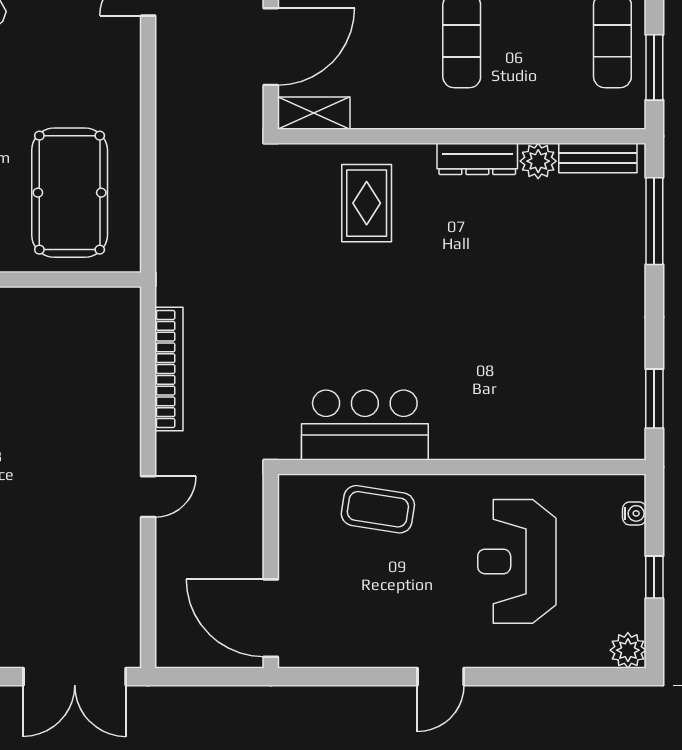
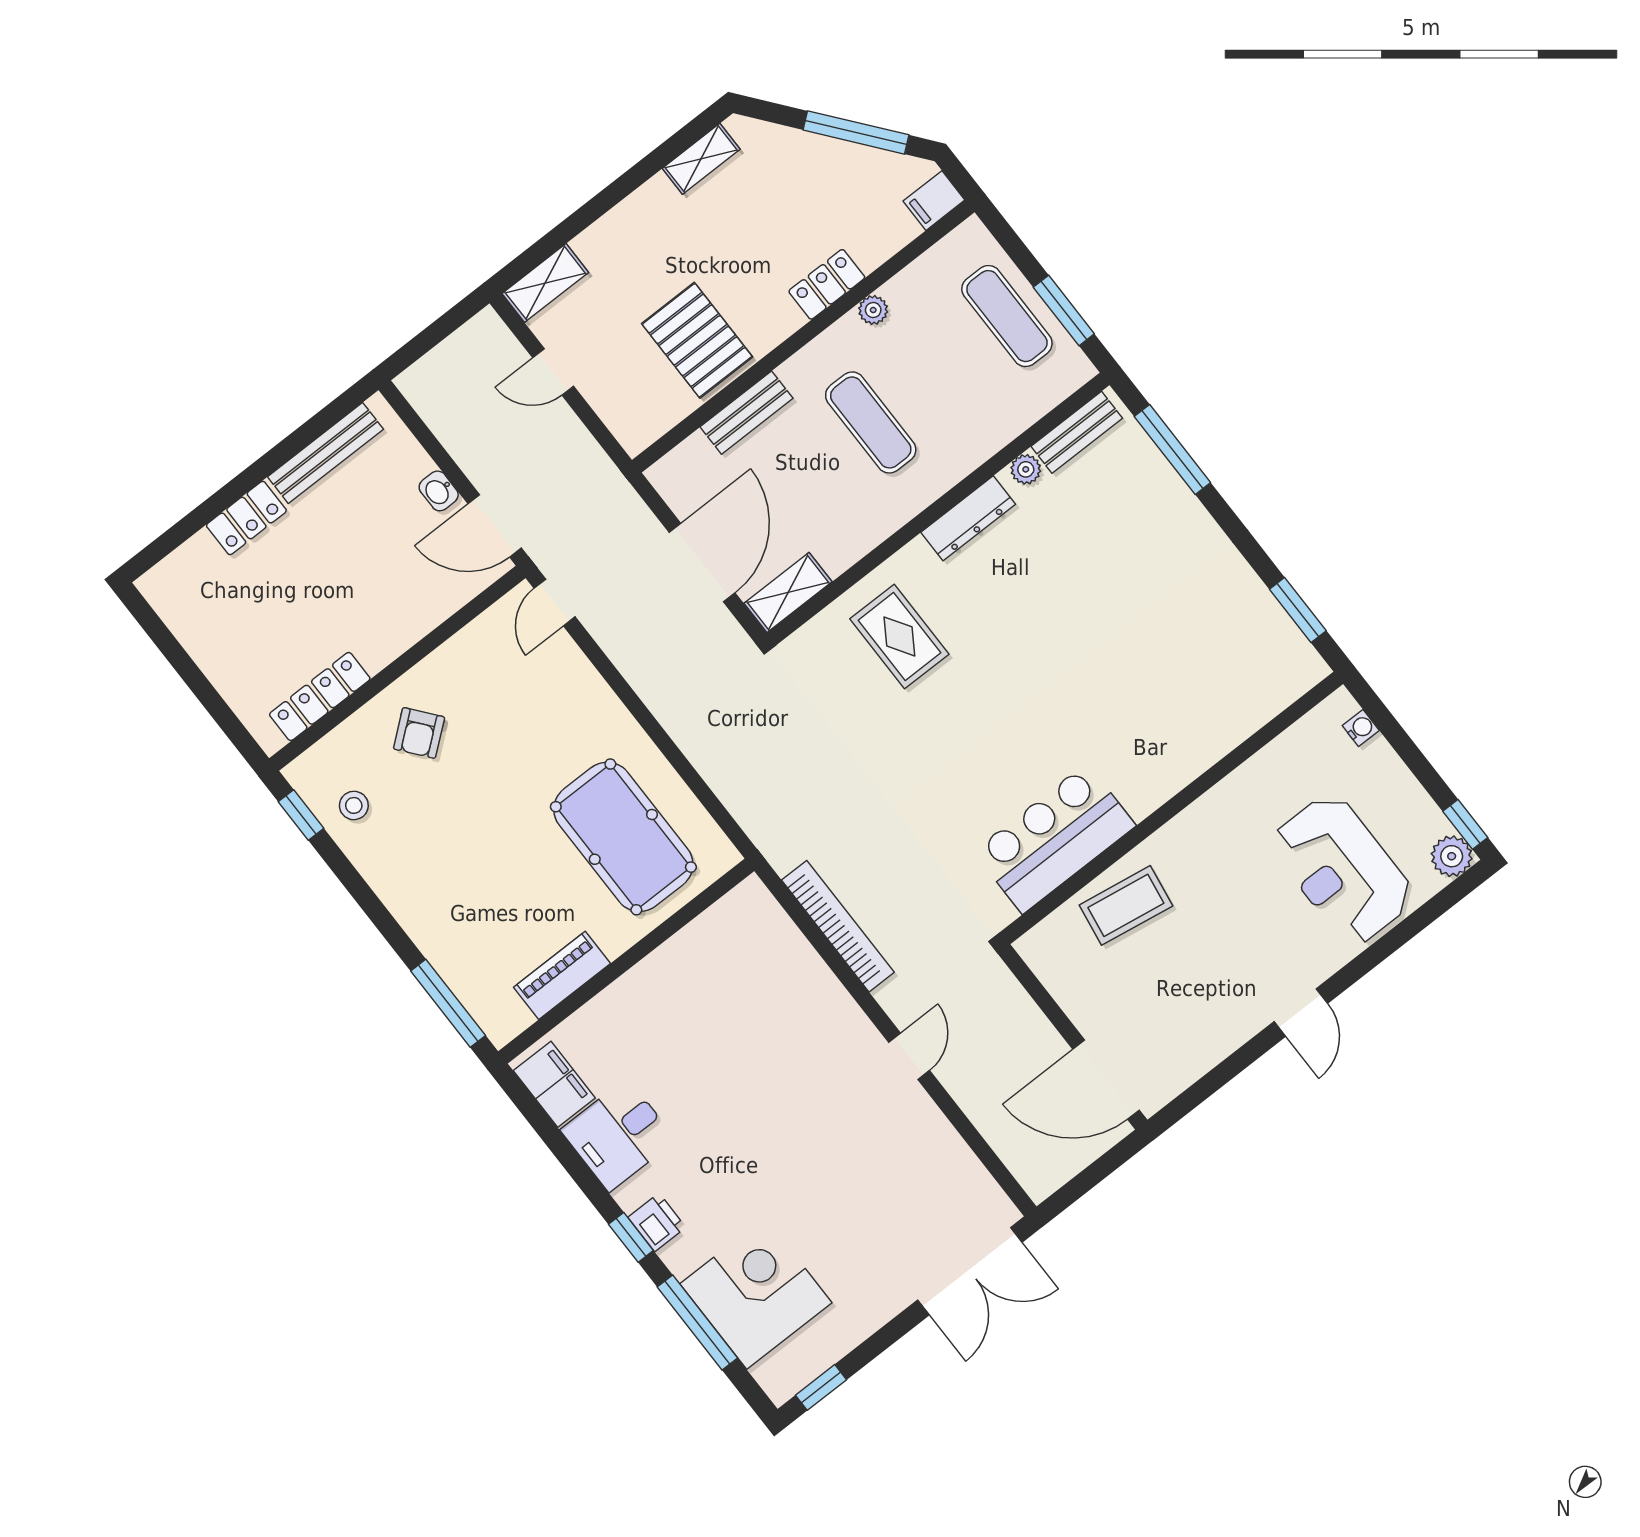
plant: (538, 161) -> (1026, 469), width x0.73, depth x0.73
reception desk: (517, 561) -> (1342, 870), moved
window: (654, 577) -> (1465, 824), moved

